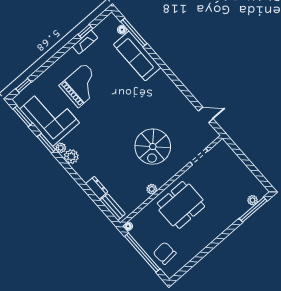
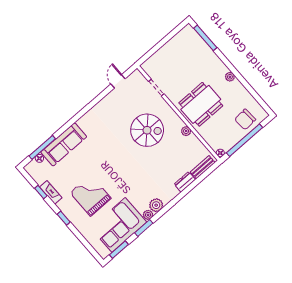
window: (23, 85) -> (64, 218), moved
plant: (253, 200) -> (230, 77), moved
dining table: (181, 205) -> (201, 104), turned 90

